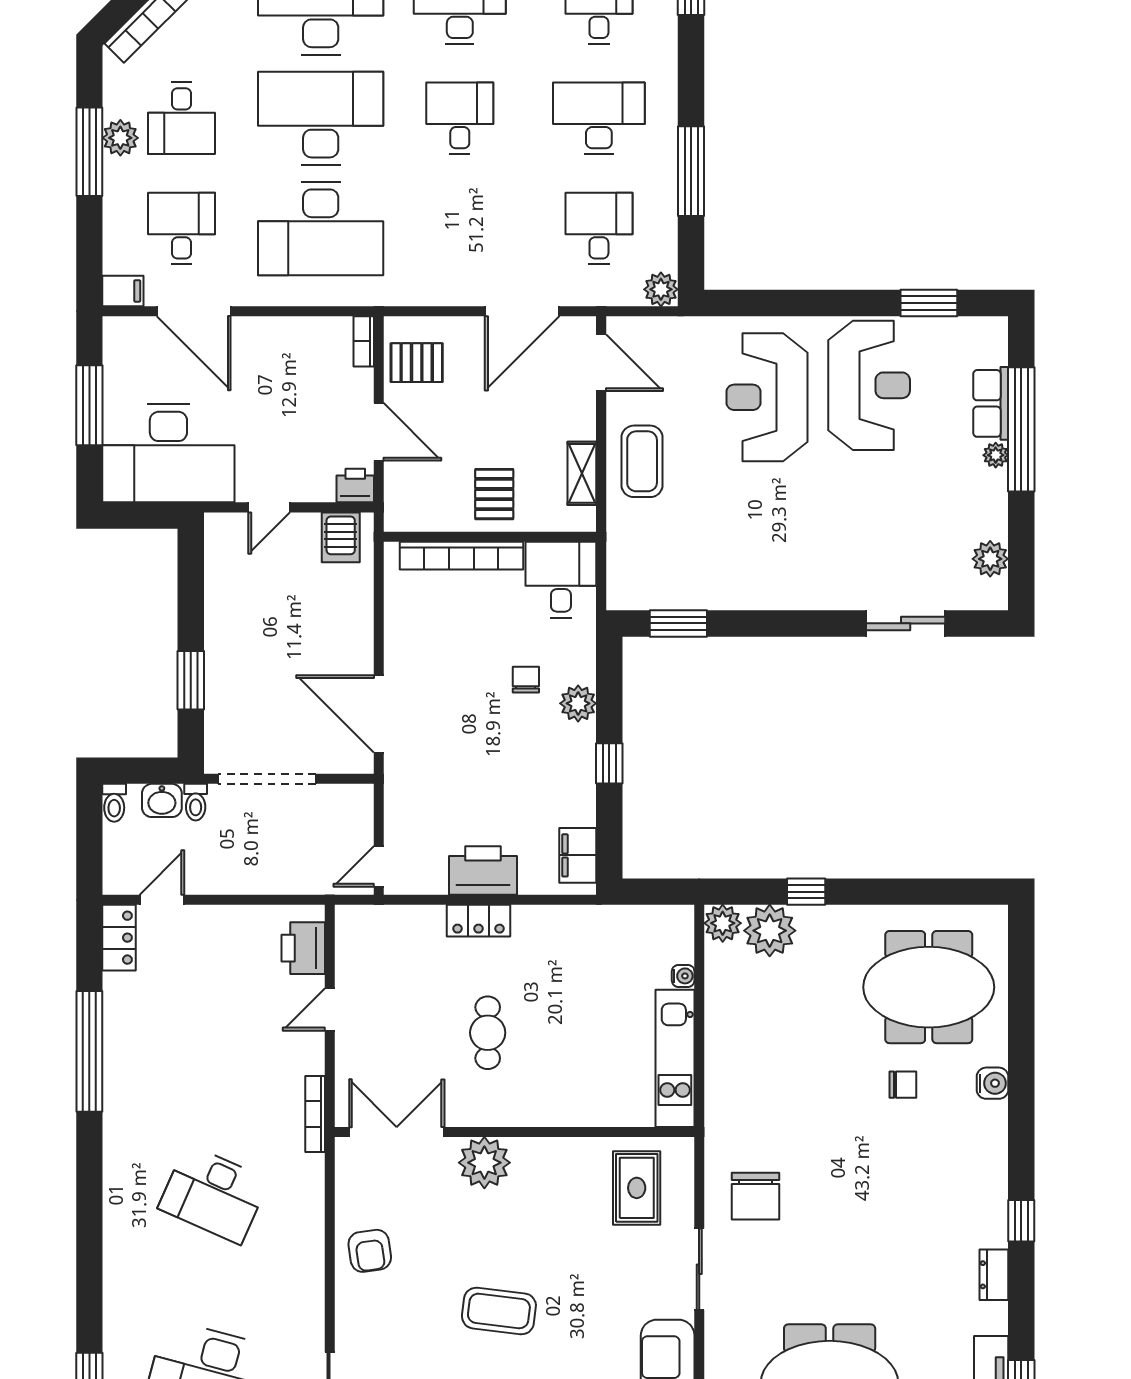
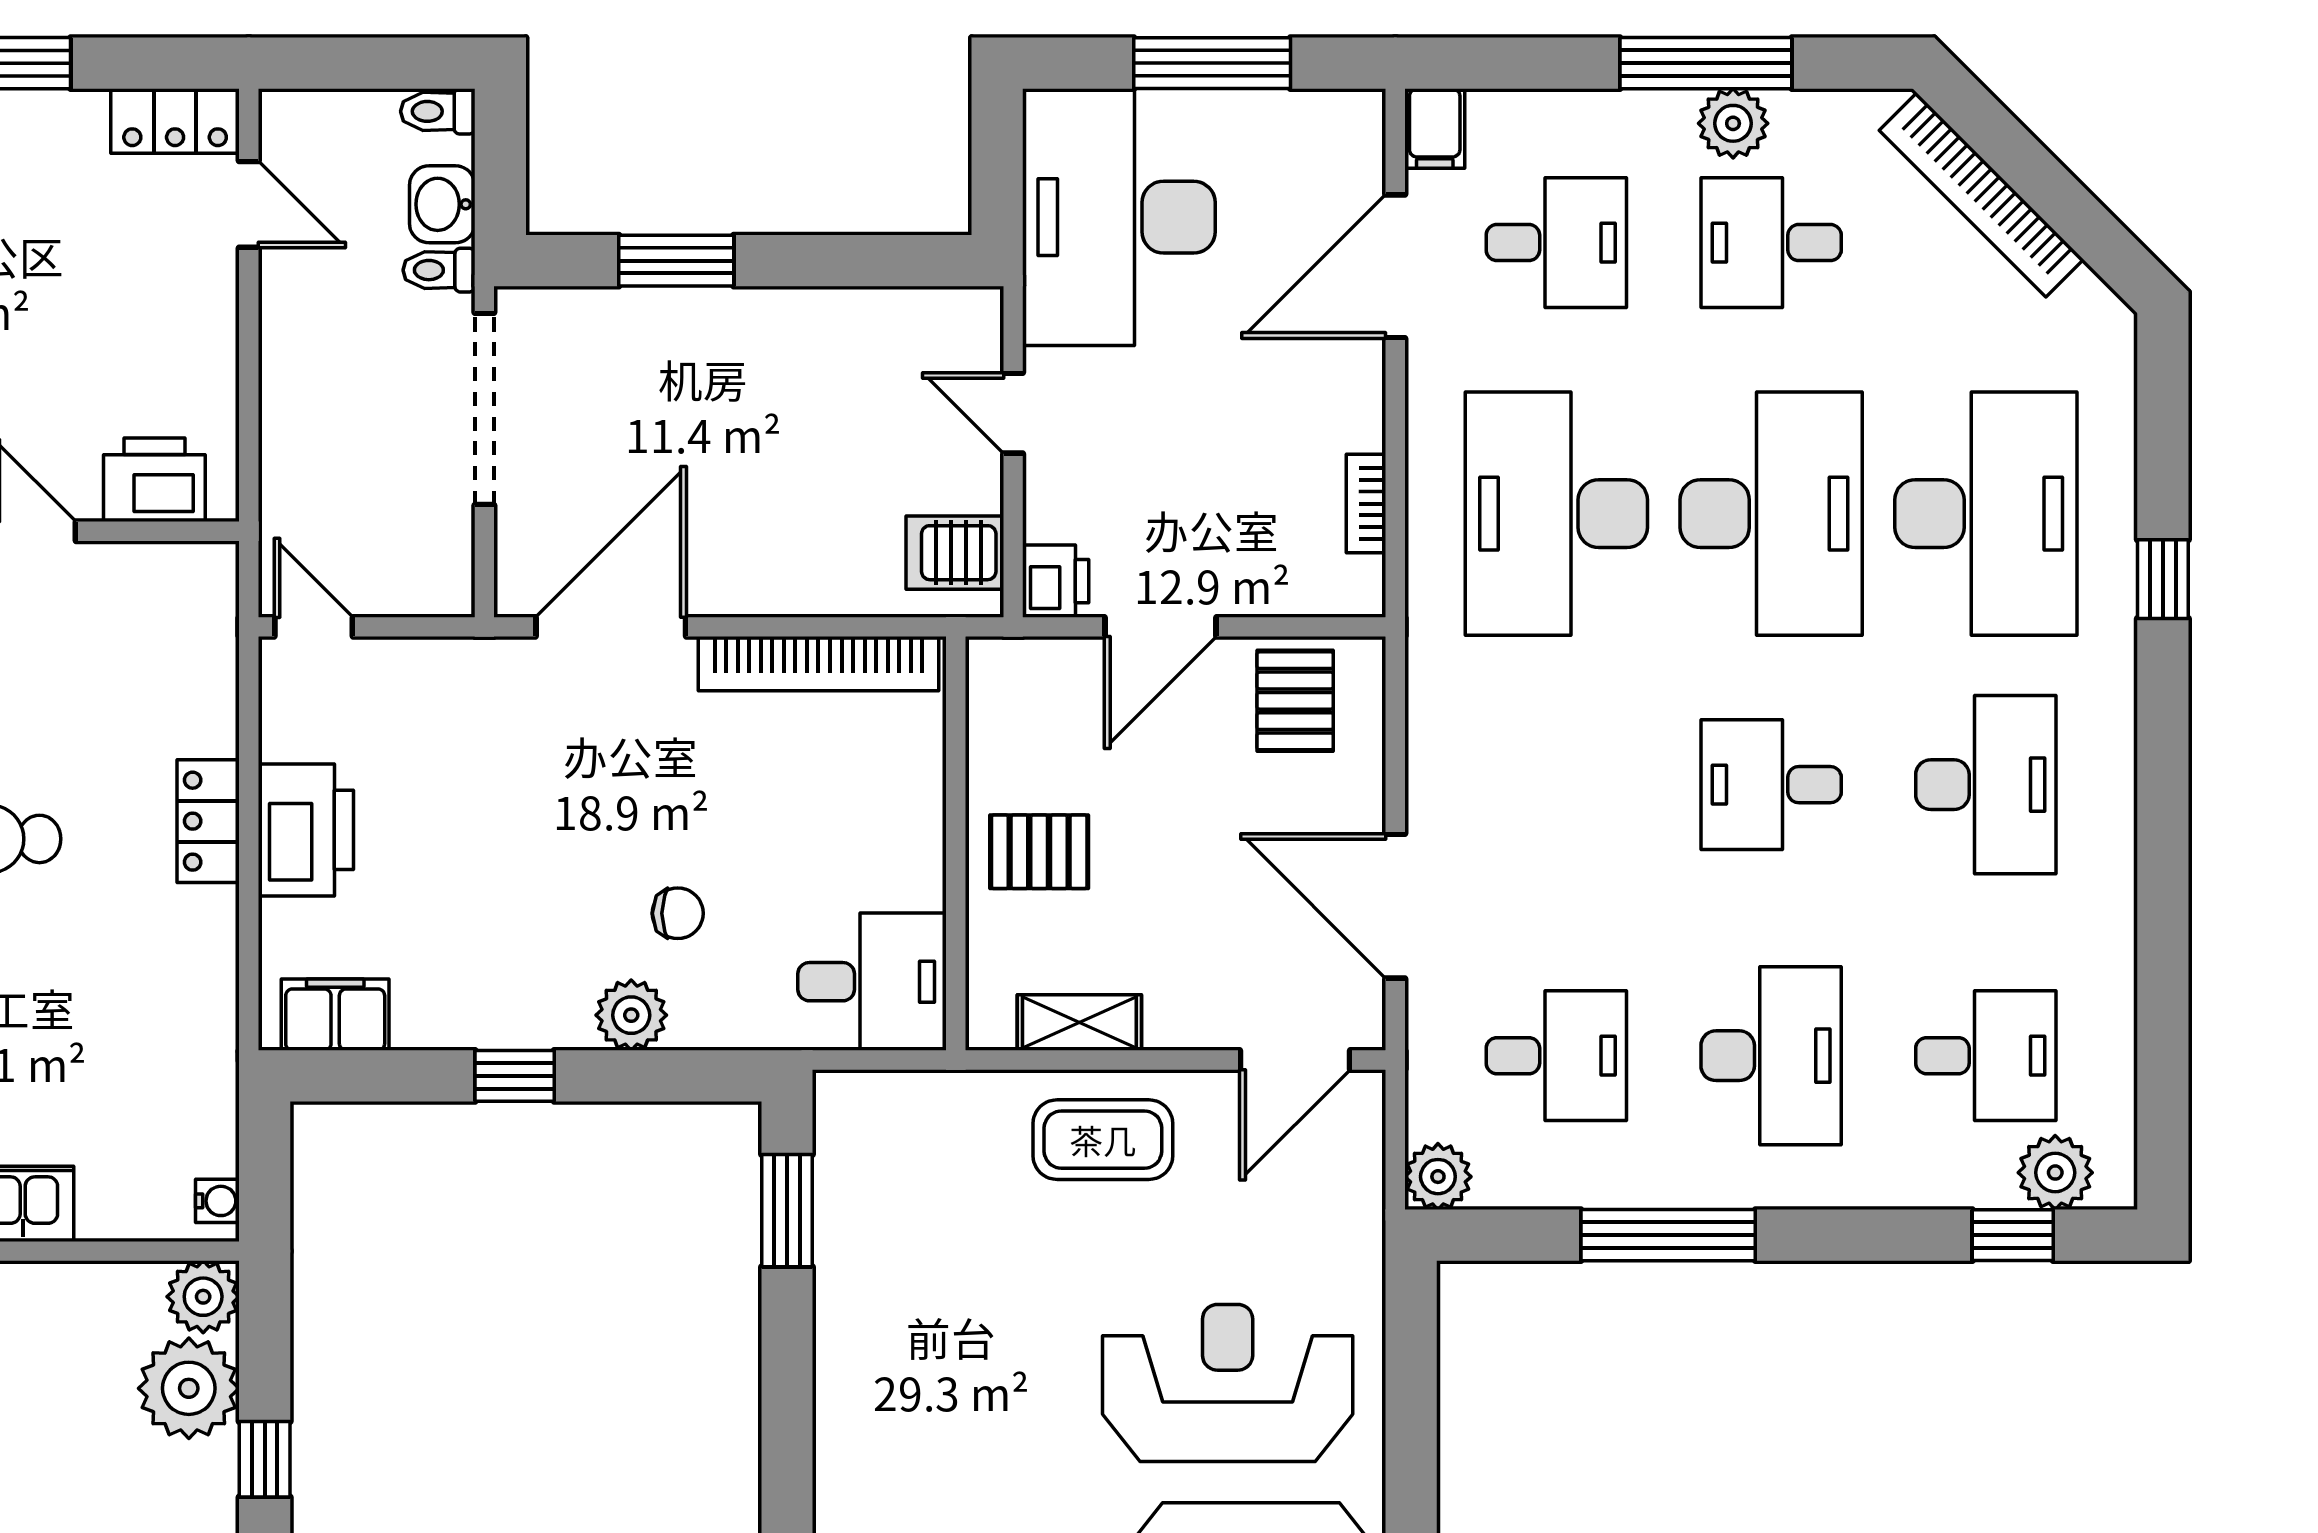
desk: (460, 118) -> (1771, 785), turned 180
bookcase: (364, 341) -> (1366, 504), moved, turned -90
bookcase: (461, 556) -> (818, 664), moved, turned -90
water cooler: (683, 976) -> (217, 1201), moved, turned -90

